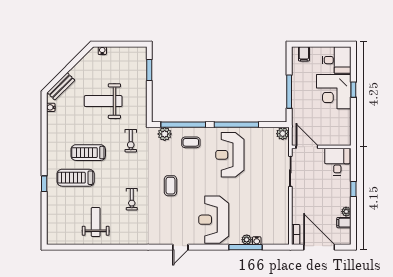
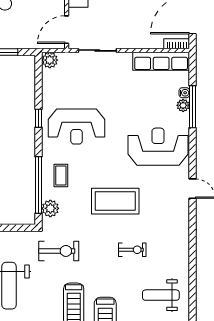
window: (236, 125) -> (39, 118), width x0.32
exercise bike: (131, 141) -> (59, 251), width x1.38, depth x1.39
coffee table: (170, 186) -> (115, 201), width x1.86, depth x1.72
reception desk: (214, 220) -> (158, 147), turned 180
row of seats: (282, 222) -> (161, 61), added

